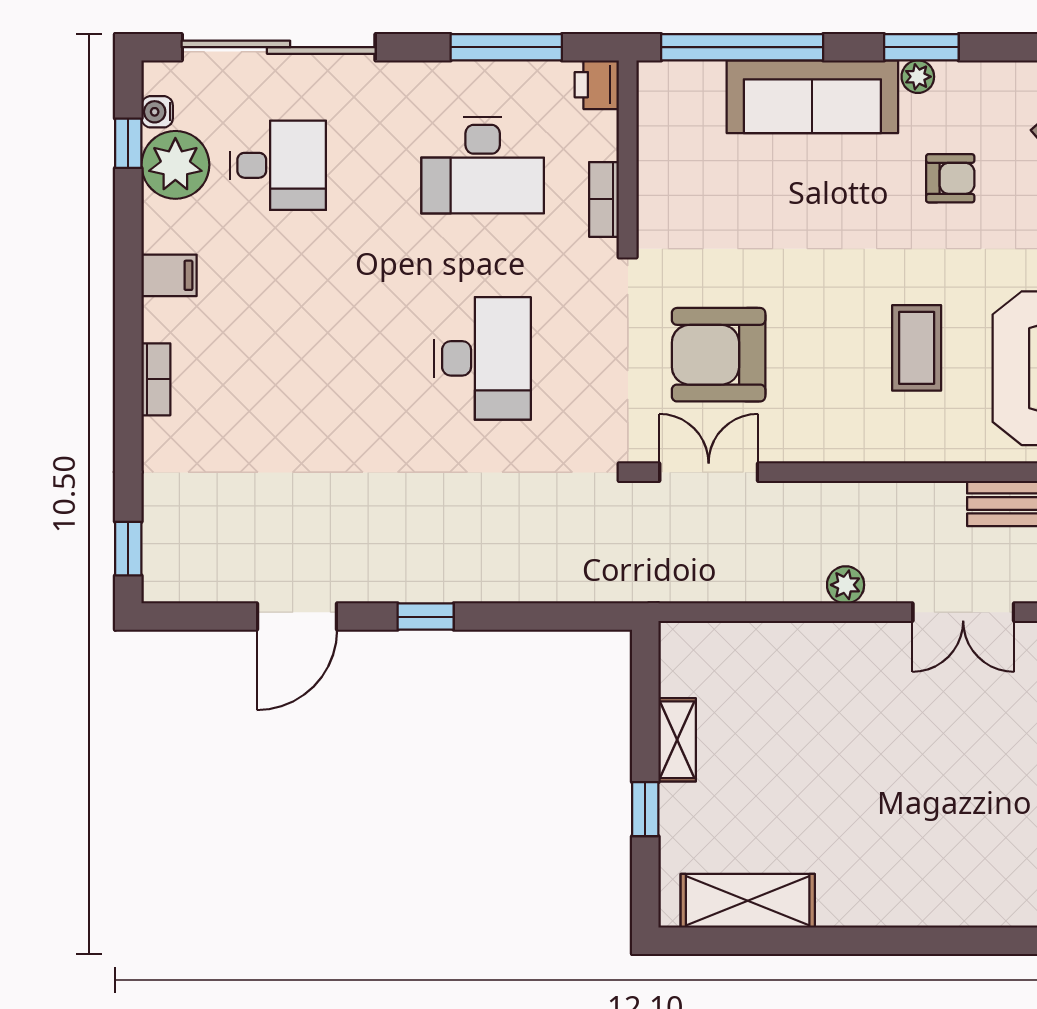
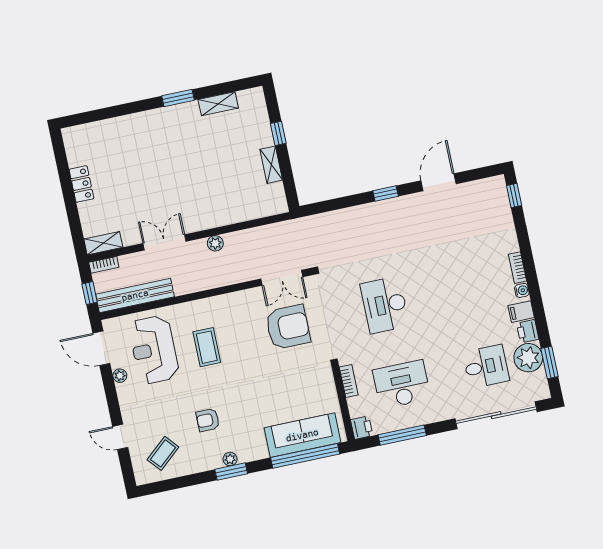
sofa: (812, 97) -> (302, 435), moved
water cooler: (157, 112) -> (522, 290), moved
window: (128, 143) -> (550, 362), width x1.50
desk: (278, 165) -> (486, 366), turned 180
printer: (164, 227) -> (528, 331), added
shelving: (748, 901) -> (218, 104), width x0.67, depth x0.75
window: (861, 941) -> (178, 98), added

